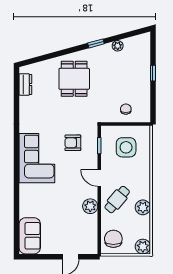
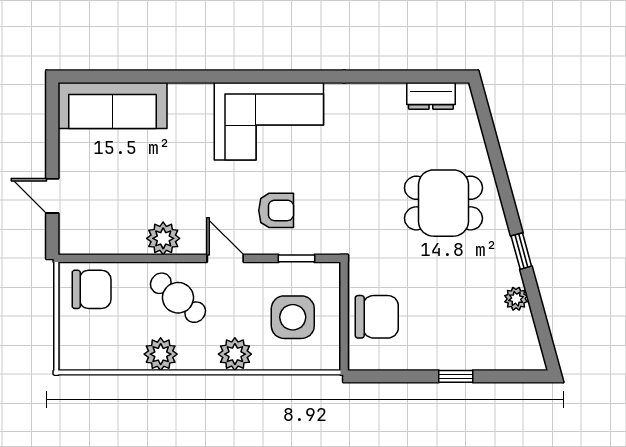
chair: (126, 109) -> (377, 317), width x1.87, depth x1.87
armchair: (73, 143) -> (276, 210), moved, turned 90
door: (99, 178) -> (225, 258), hinge flipped
sofa: (30, 236) -> (112, 105), width x1.36
plant: (143, 247) -> (235, 354), moved

